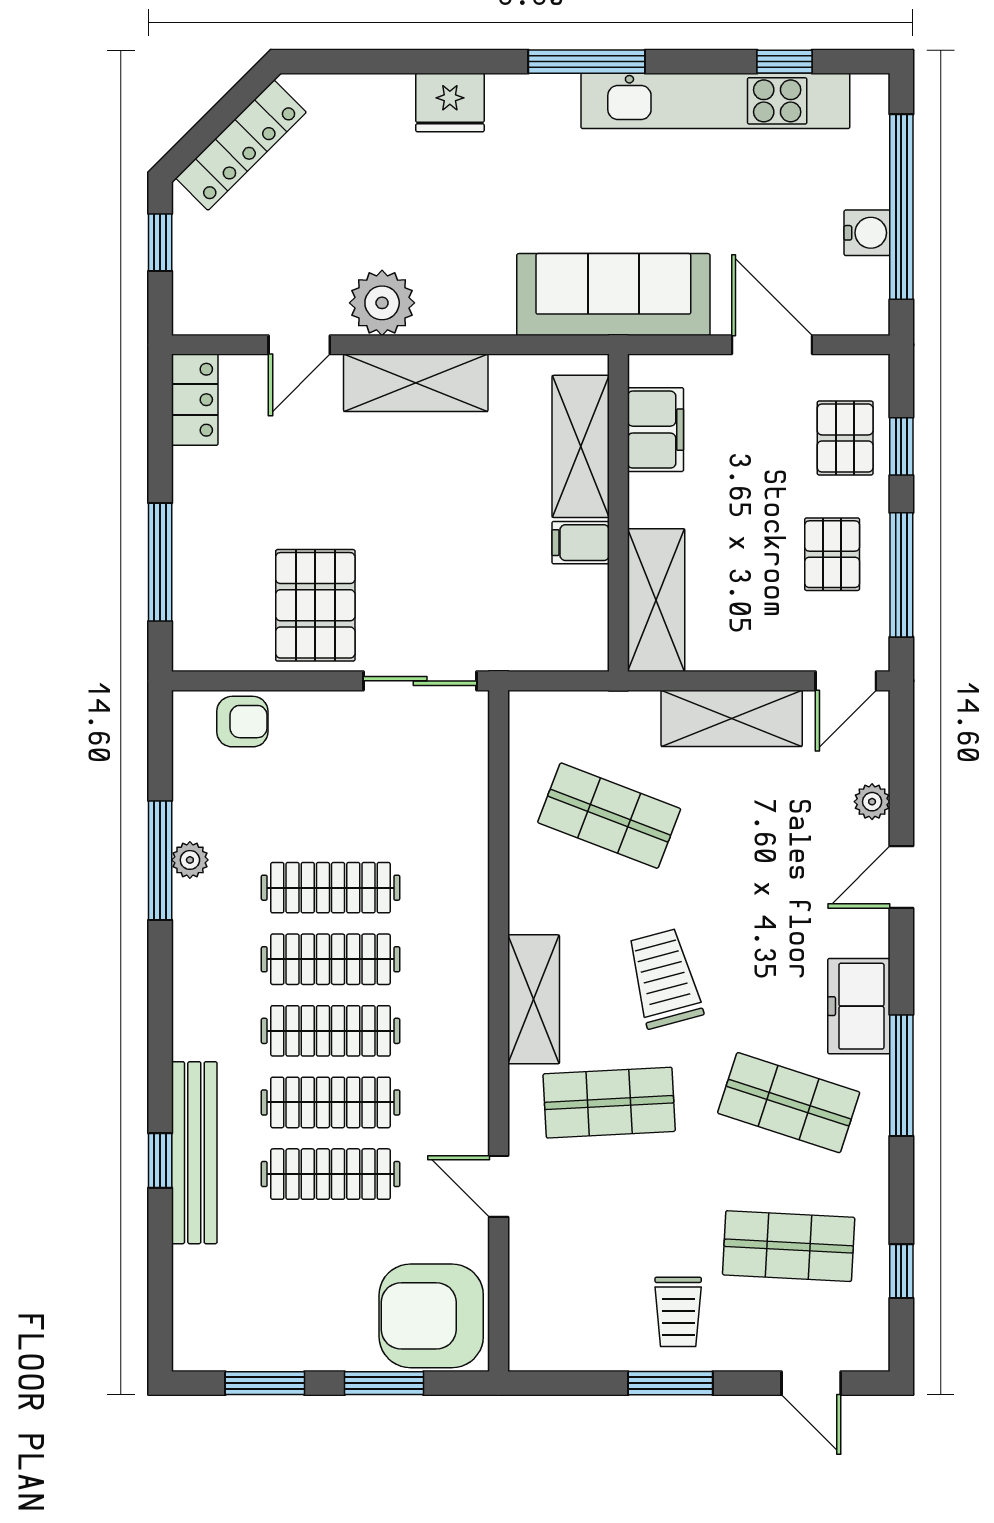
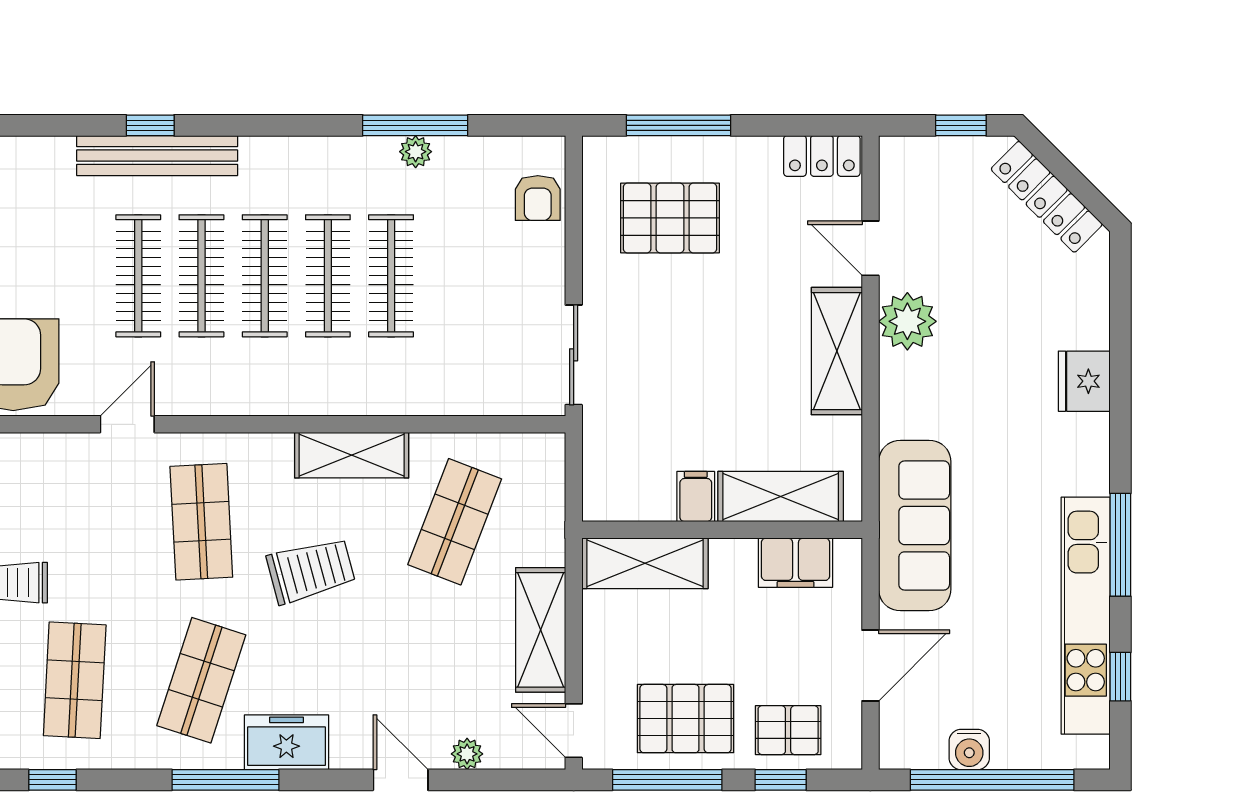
window: (587, 62) -> (1120, 545), moved
pallet: (832, 554) -> (685, 719), width x1.50, depth x1.42
pallet: (315, 605) -> (670, 218), moved
shelving: (534, 999) -> (352, 455), moved

